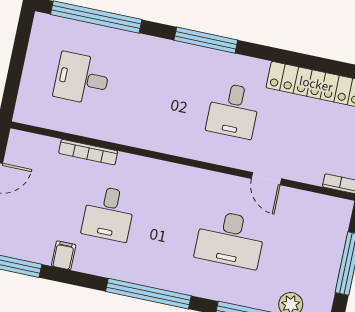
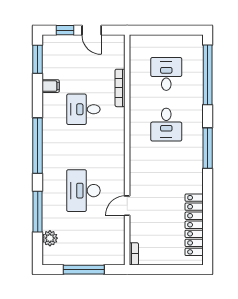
desk: (233, 111) -> (166, 125), moved, turned -90

